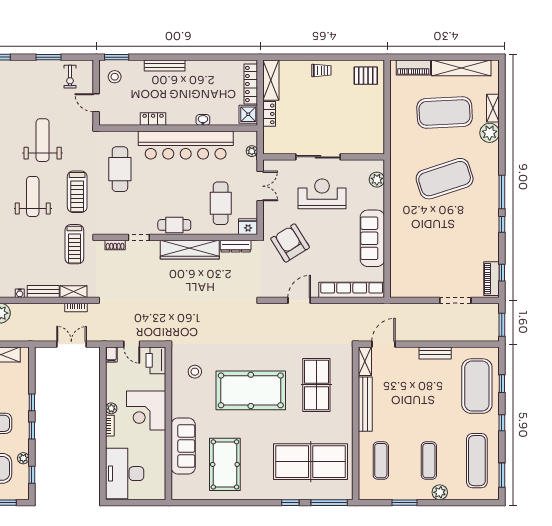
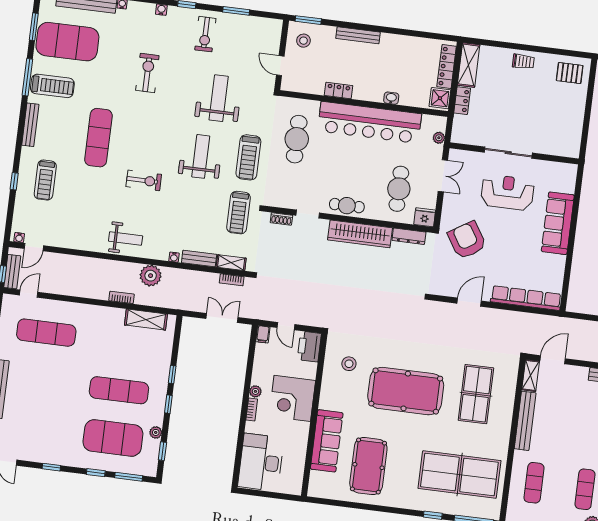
exercise bike: (70, 77) -> (205, 34), moved, width x1.38, depth x1.39
plant: (377, 180) -> (567, 185), removed
sofa: (372, 238) -> (558, 223), moved

